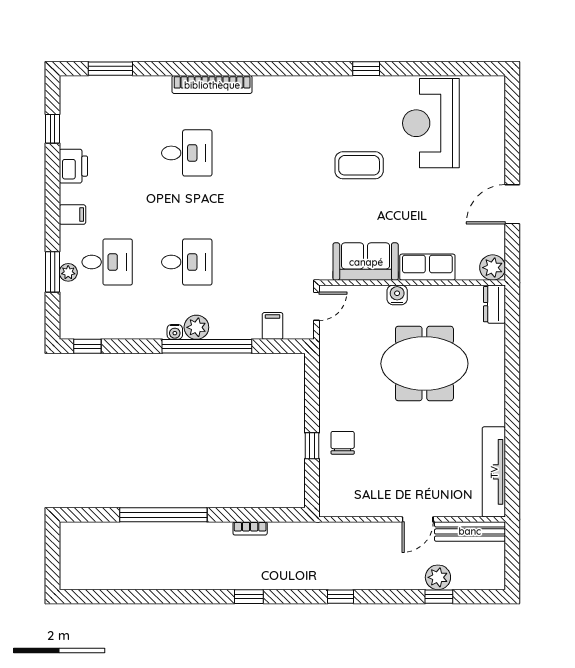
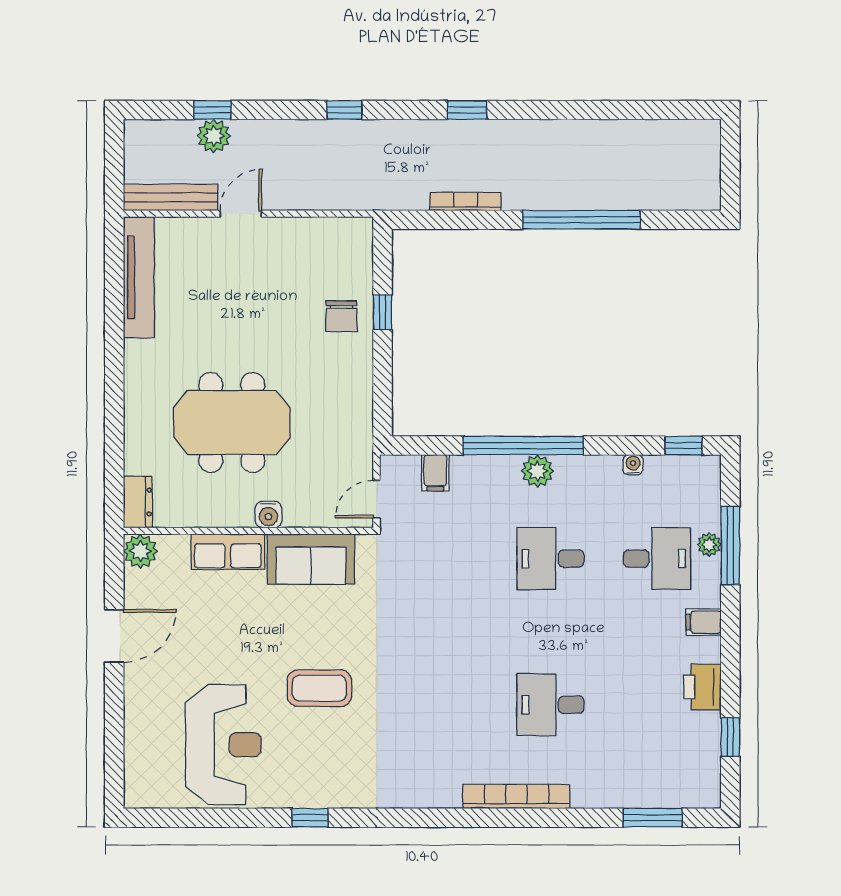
desk: (107, 262) -> (657, 559), turned 180
window: (52, 272) -> (730, 545), width x1.44
water cooler: (175, 332) -> (633, 465), moved
bookcase: (250, 528) -> (465, 202), width x1.56

